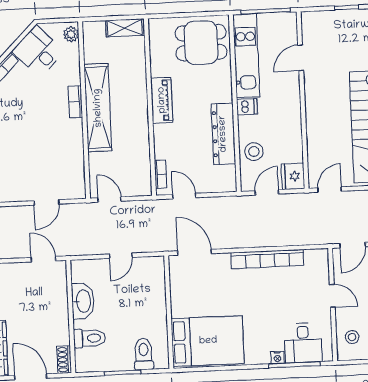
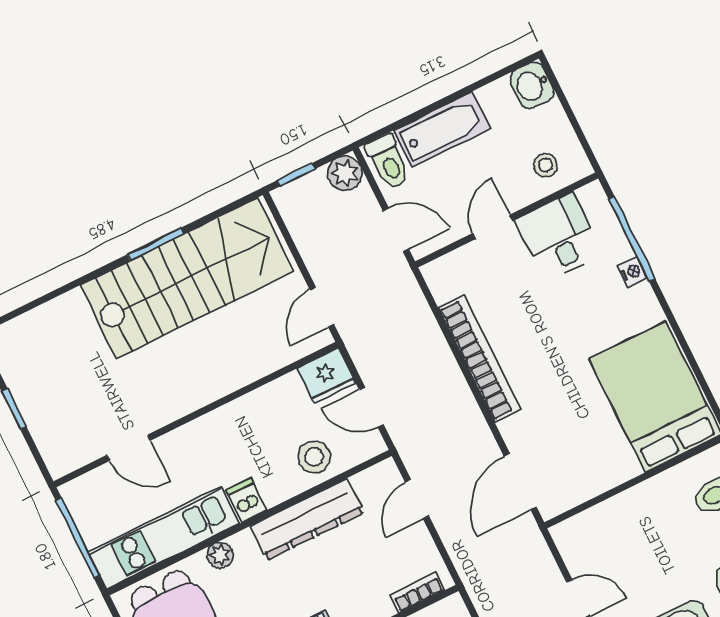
plant: (225, 81) -> (220, 555), added
door: (330, 190) -> (322, 307), hinge flipped
door: (184, 196) -> (417, 499), moved
desk: (303, 343) -> (559, 237), moved, turned -90

